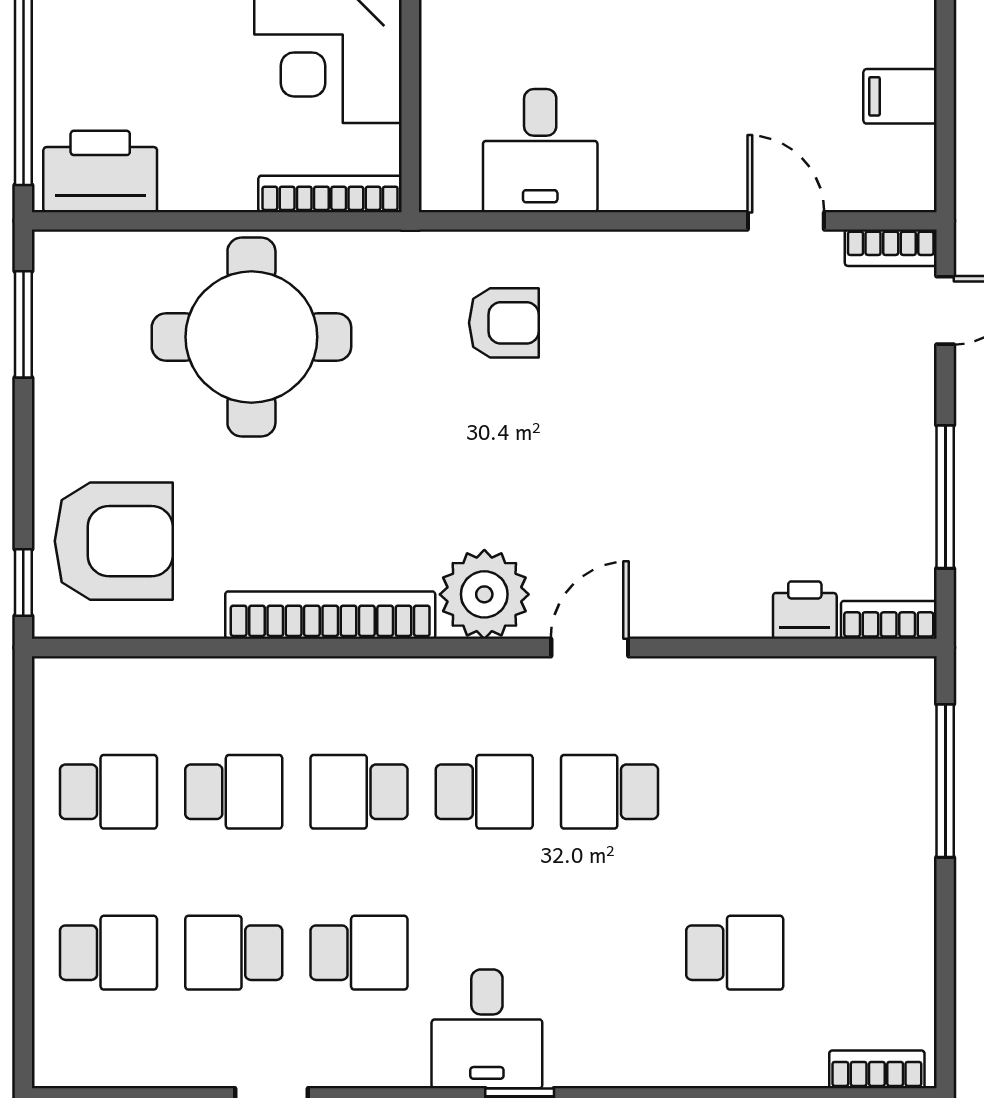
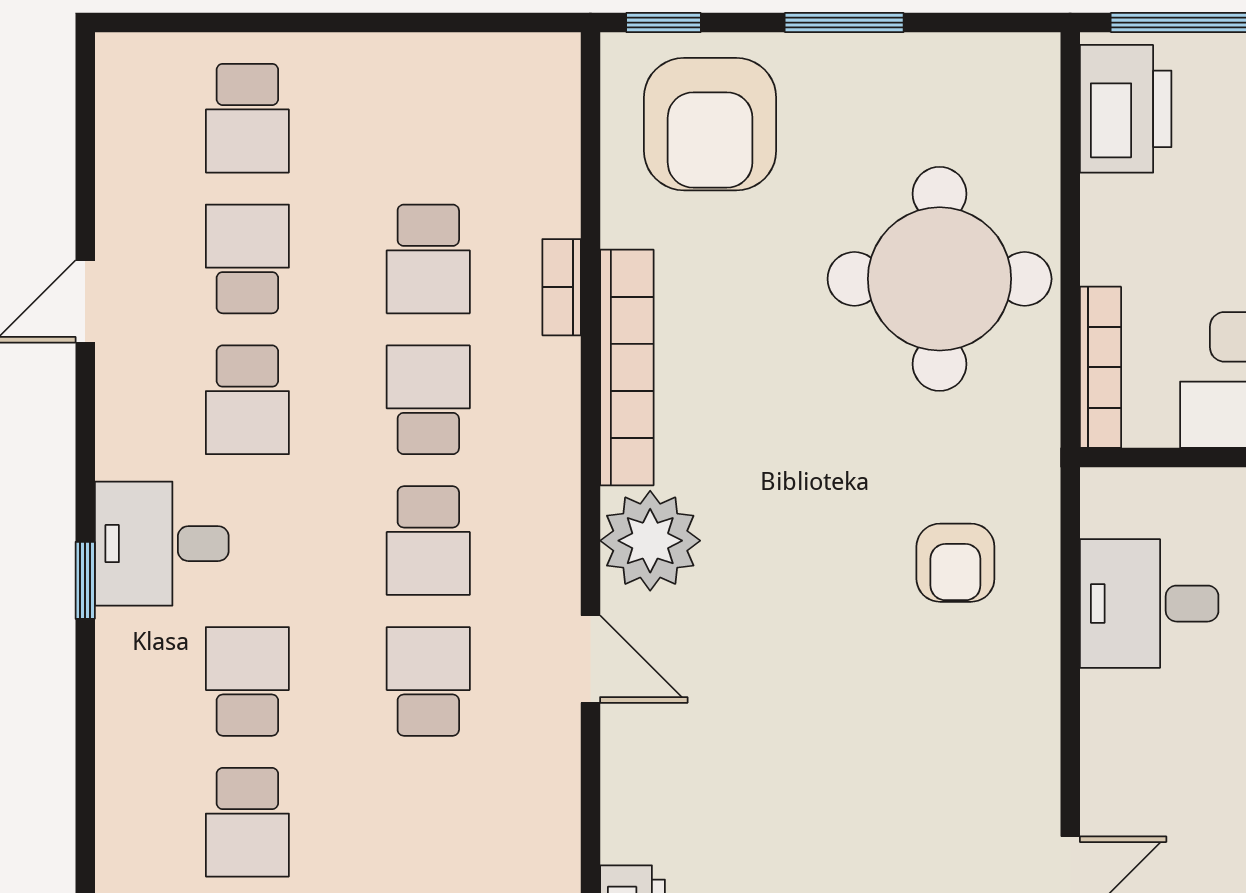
window: (23, 324) -> (844, 23), moved
bookcase: (259, 673) -> (562, 287), added
school desk: (108, 792) -> (247, 681), moved, turned 180

